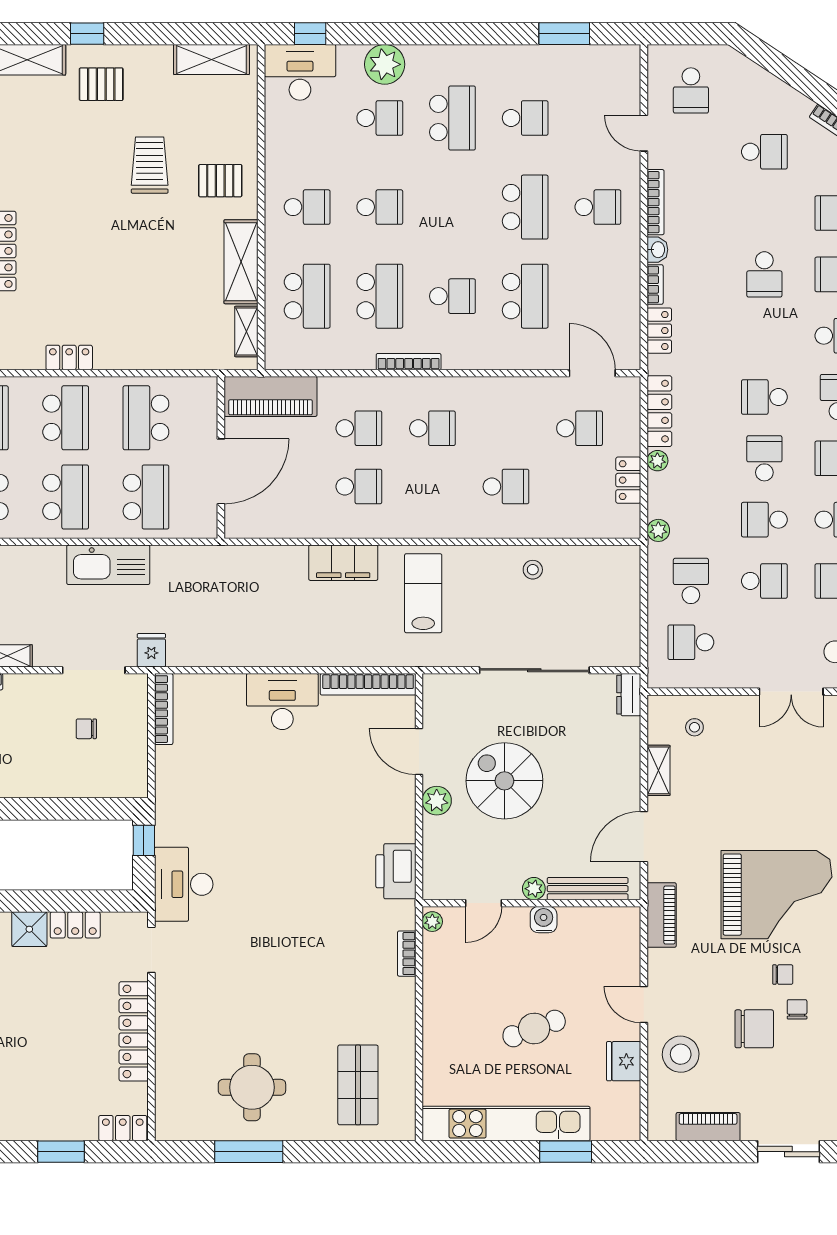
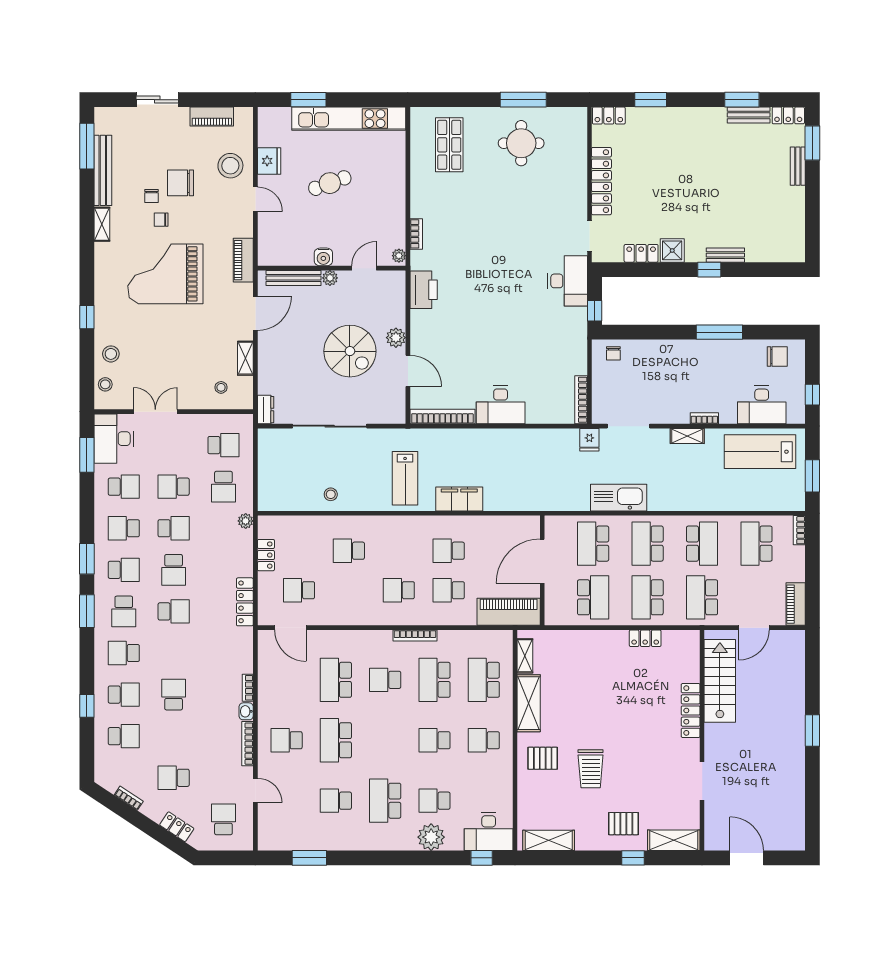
locker: (659, 331) -> (177, 827), moved, turned 123
plant: (657, 461) -> (246, 568), removed
chair: (86, 729) -> (613, 353), moved, turned 90

